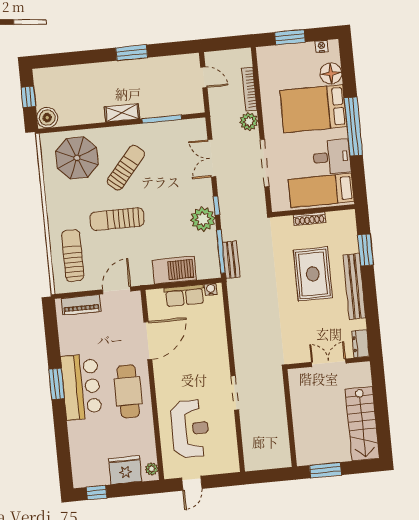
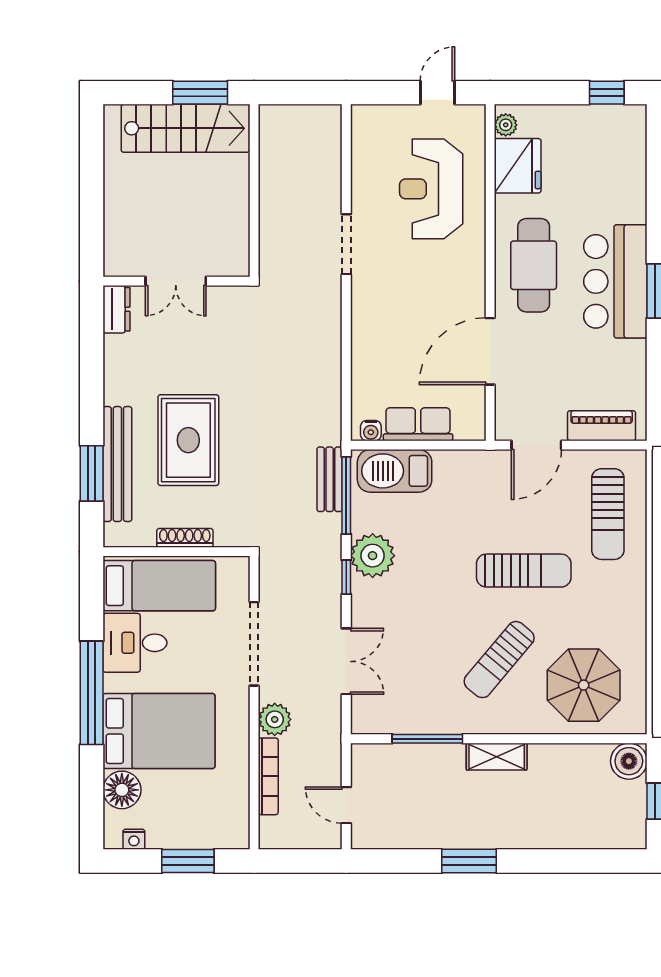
barbecue: (174, 270) -> (395, 471), moved
bench: (354, 286) -> (117, 464), moved
stairs: (362, 424) -> (185, 128), moved, turned 90
fridge: (125, 470) -> (518, 166), moved, turned -90

